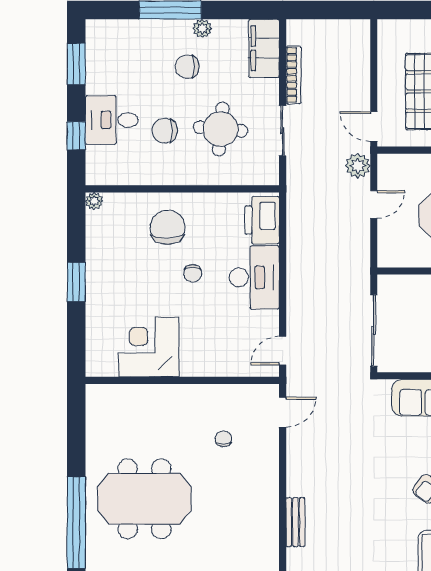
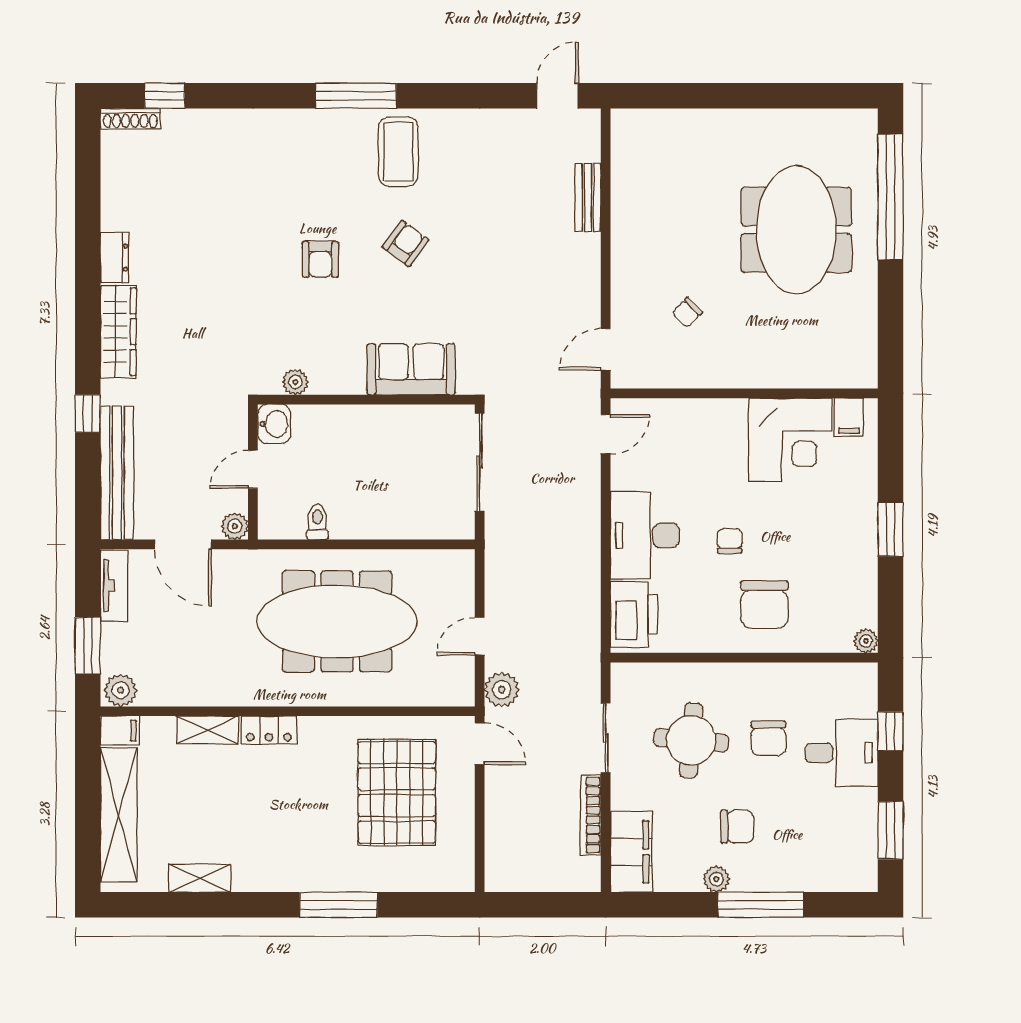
chair: (165, 131) -> (768, 738), turned 90
filing cabinet: (106, 363) -> (849, 417), added
chair: (223, 439) -> (687, 312), turned 45
meeting table: (144, 499) -> (796, 230), turned 90

